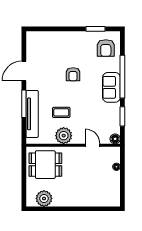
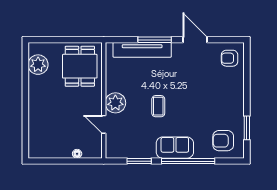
armchair: (73, 74) -> (230, 58), moved
coffee table: (61, 112) -> (158, 106), moved
plant: (64, 136) -> (115, 103), moved
floor lamp: (115, 139) -> (111, 152), removed
door: (93, 145) -> (104, 124), swing flipped

